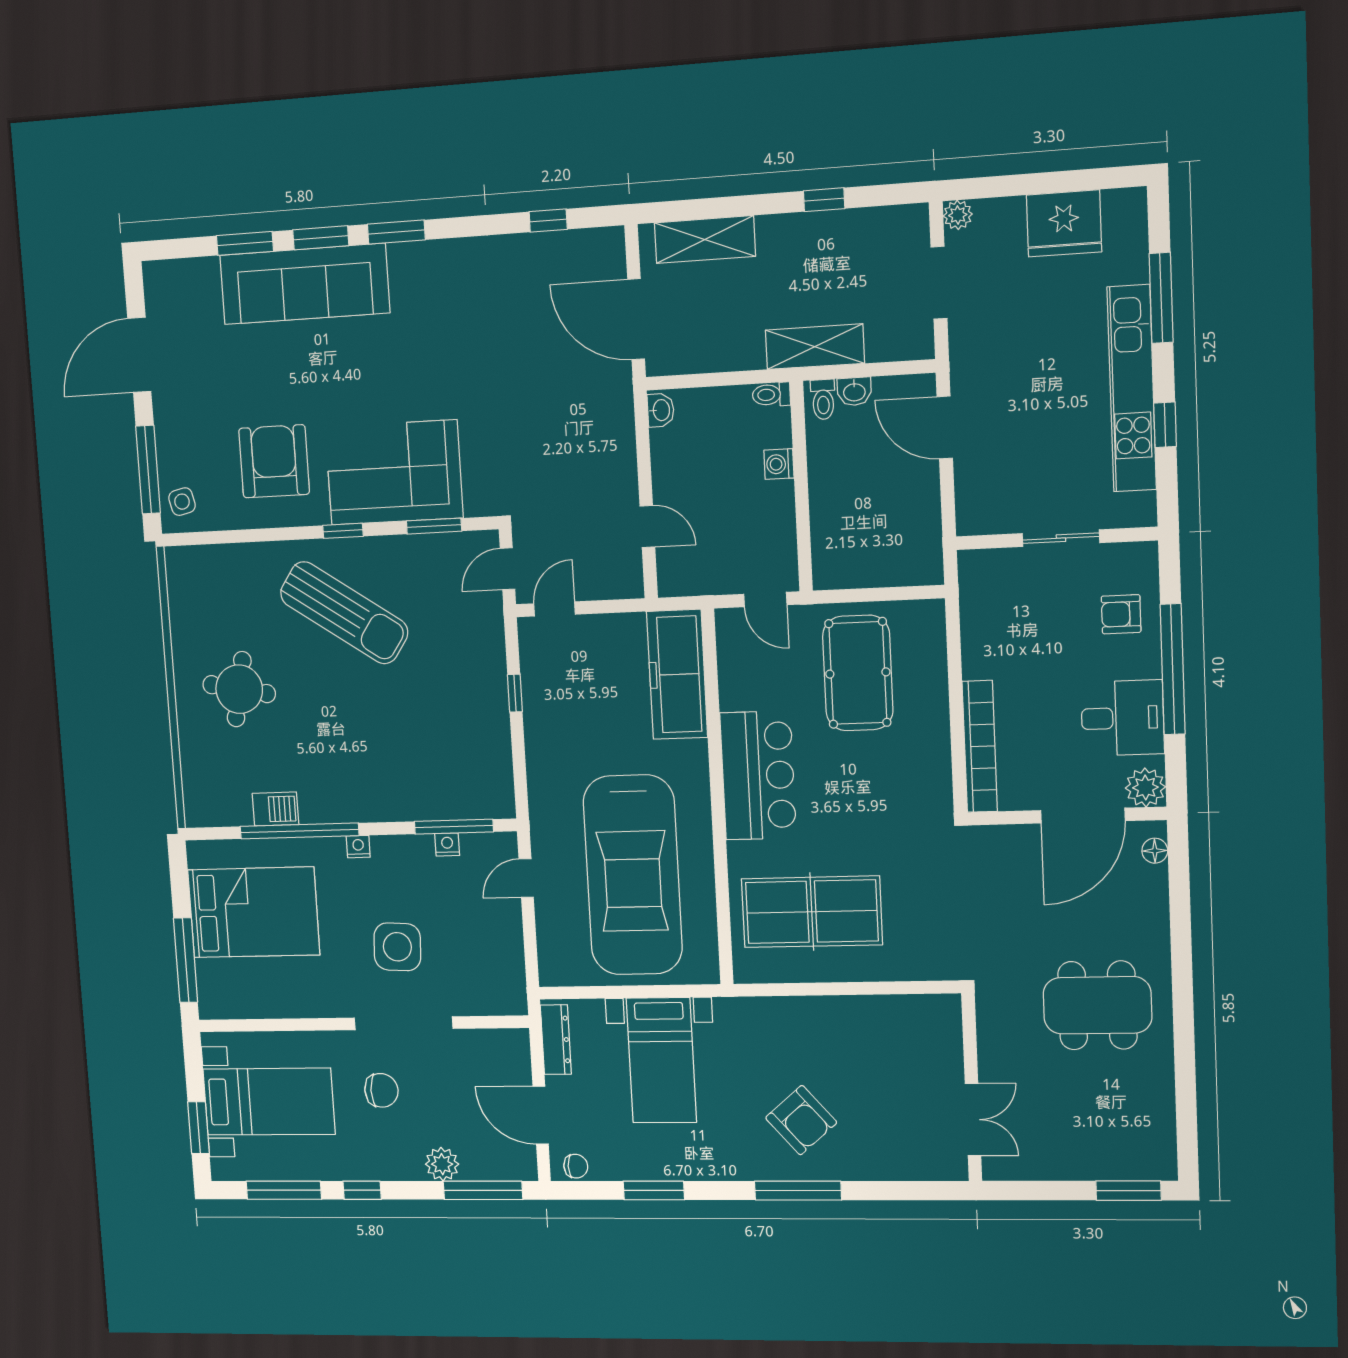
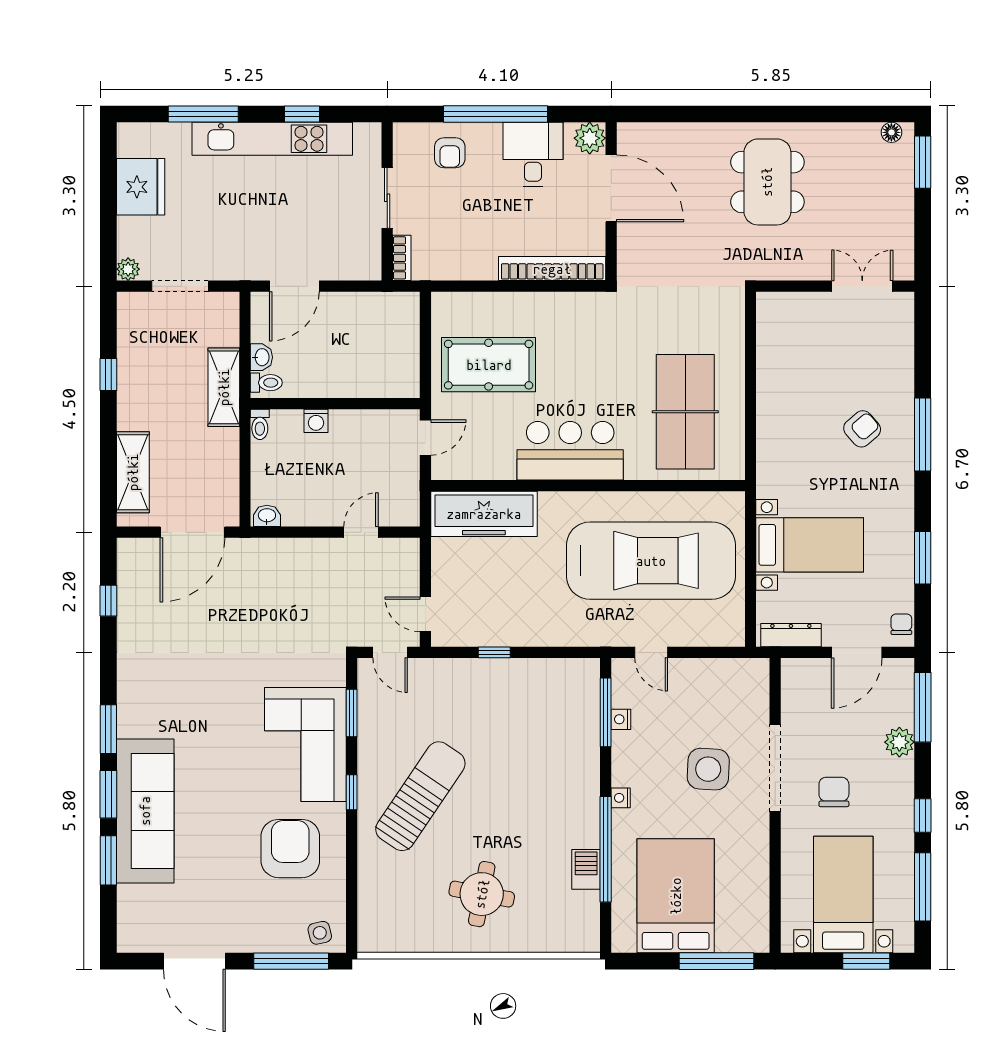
armchair: (274, 461) -> (290, 849), turned 90
bookcase: (986, 560) -> (402, 258), added
floor lamp: (1155, 851) -> (891, 132), moved
armchair: (801, 1120) -> (862, 429), width x0.72, depth x0.72

